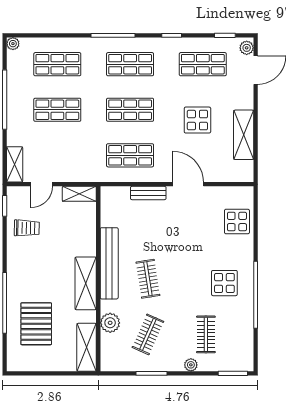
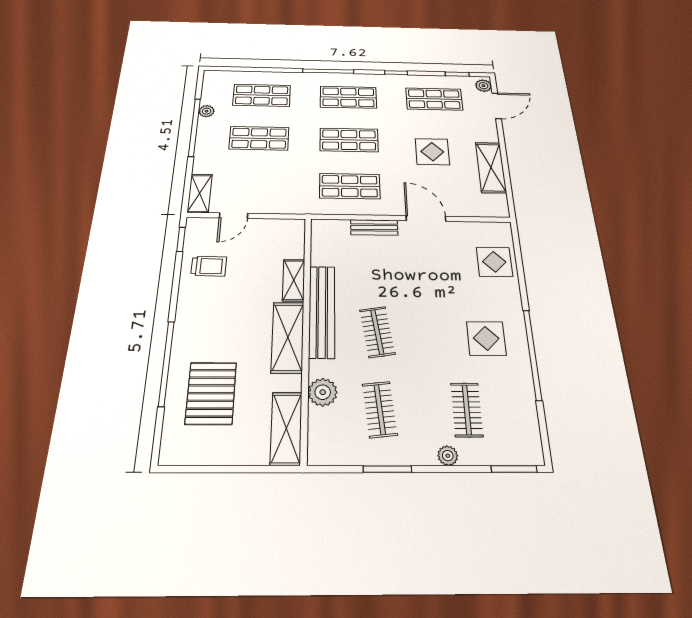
plant: (13, 44) -> (207, 111), moved
shelving: (79, 194) -> (294, 280), moved, turned 90
clothes rail: (148, 334) -> (380, 409), turned -30

